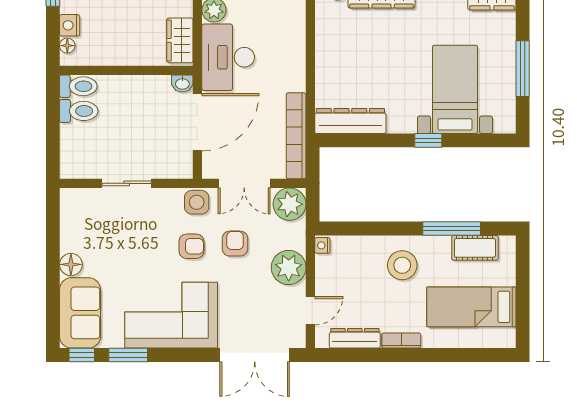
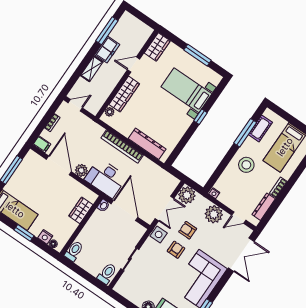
wardrobe: (180, 40) -> (81, 210), moved, turned 90
toilet: (79, 111) -> (107, 274), moved
dresser: (350, 121) -> (147, 144), moved, turned 90
bookcase: (296, 136) -> (122, 147), moved
door: (310, 311) -> (239, 218), swing flipped

